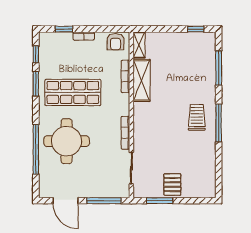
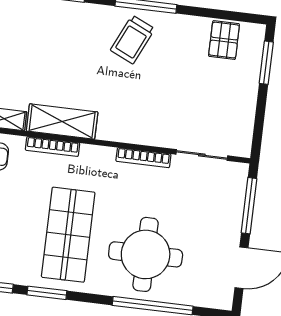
trolley: (197, 117) -> (133, 40), turned -65
pallet: (172, 185) -> (224, 40), moved, turned 90
window: (160, 201) -> (266, 63), moved

